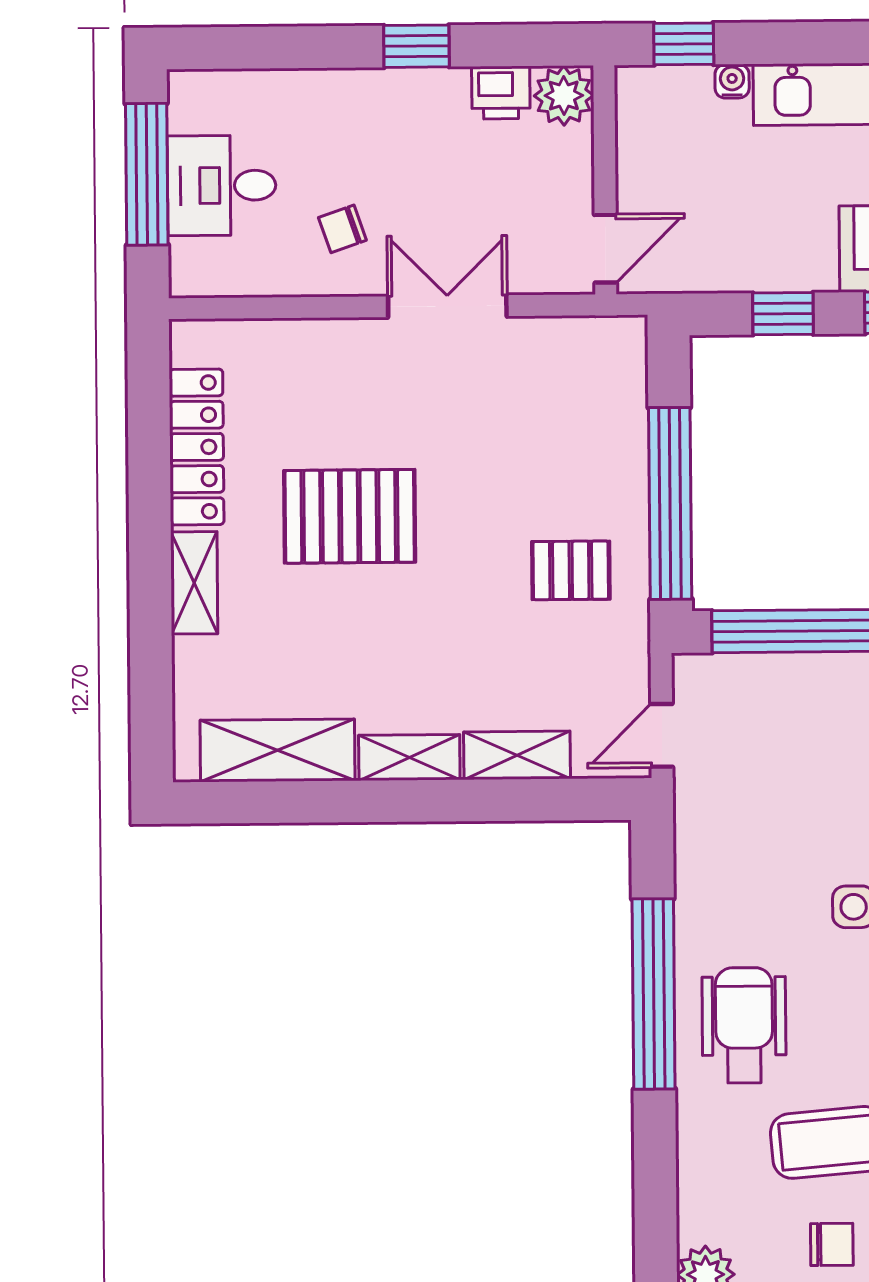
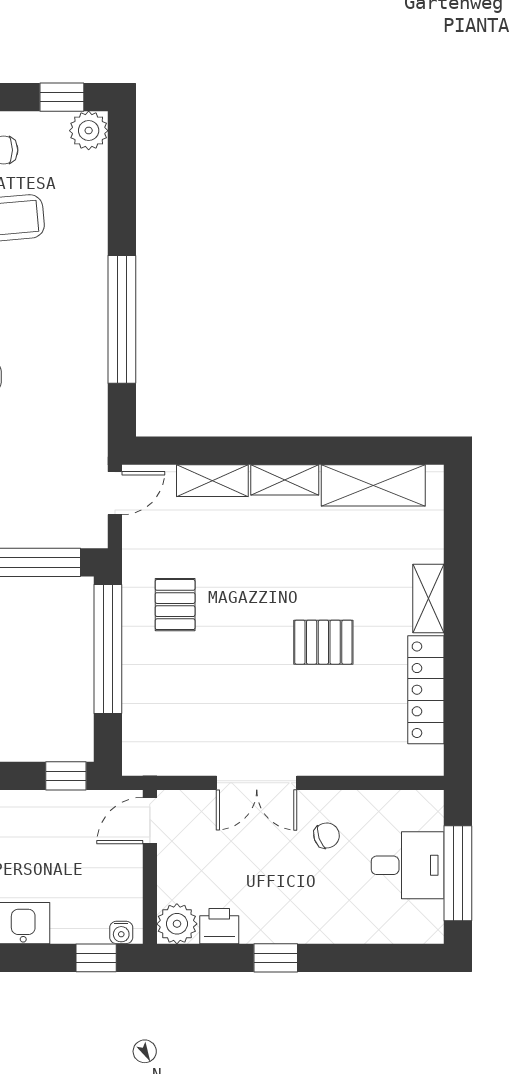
water cooler: (732, 81) -> (121, 932), moved
window: (783, 314) -> (66, 776), moved
pallet: (350, 516) -> (323, 642), width x0.67, depth x0.71
pallet: (571, 570) -> (175, 605), turned 90
wheelchair: (744, 1025) -> (61, 298), removed

